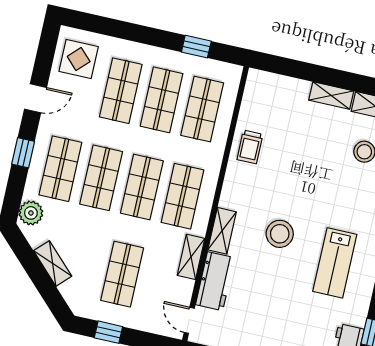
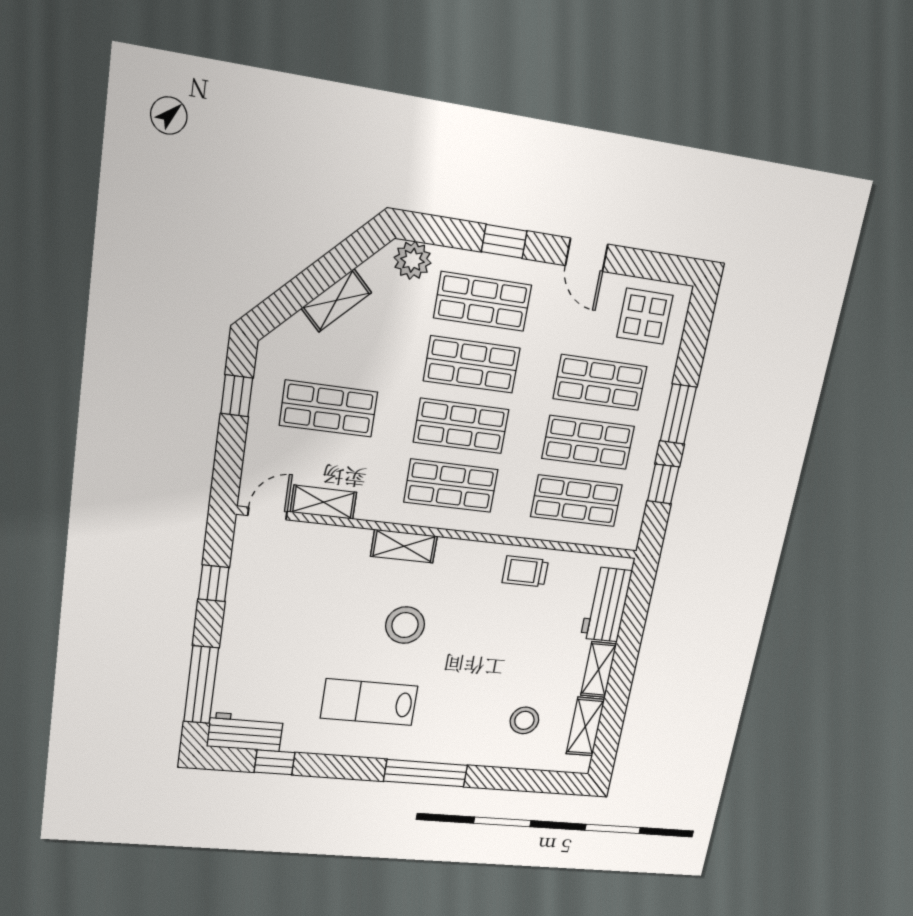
window: (147, 36) -> (678, 414), added
shelving: (191, 257) -> (323, 502), moved
workbench: (215, 281) -> (606, 604), moved, turned 90

